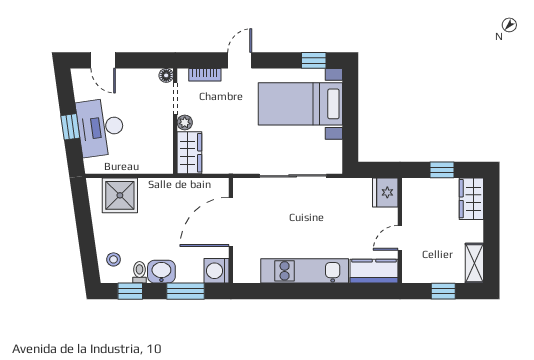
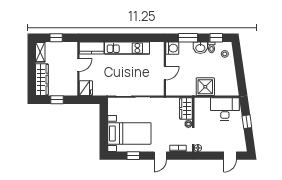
door: (103, 60) -> (230, 156), swing flipped
window: (314, 60) -> (133, 156), moved
desk: (101, 127) -> (225, 109), moved, turned -82
shower: (120, 195) -> (205, 87), moved
wardrobe: (471, 199) -> (42, 80), width x1.50
door: (231, 222) -> (165, 73), width x0.53

